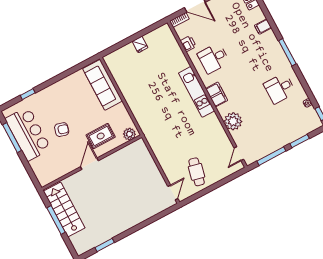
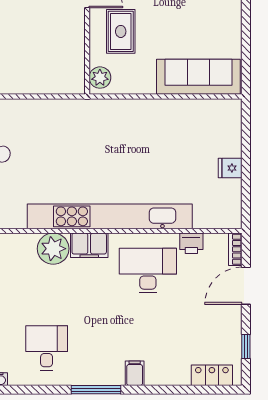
filing cabinet: (263, 27) -> (135, 373), moved
desk: (213, 58) -> (148, 270), width x1.37
kitchen unit: (197, 92) -> (110, 216), width x1.86
plant: (233, 121) -> (53, 249), moved

